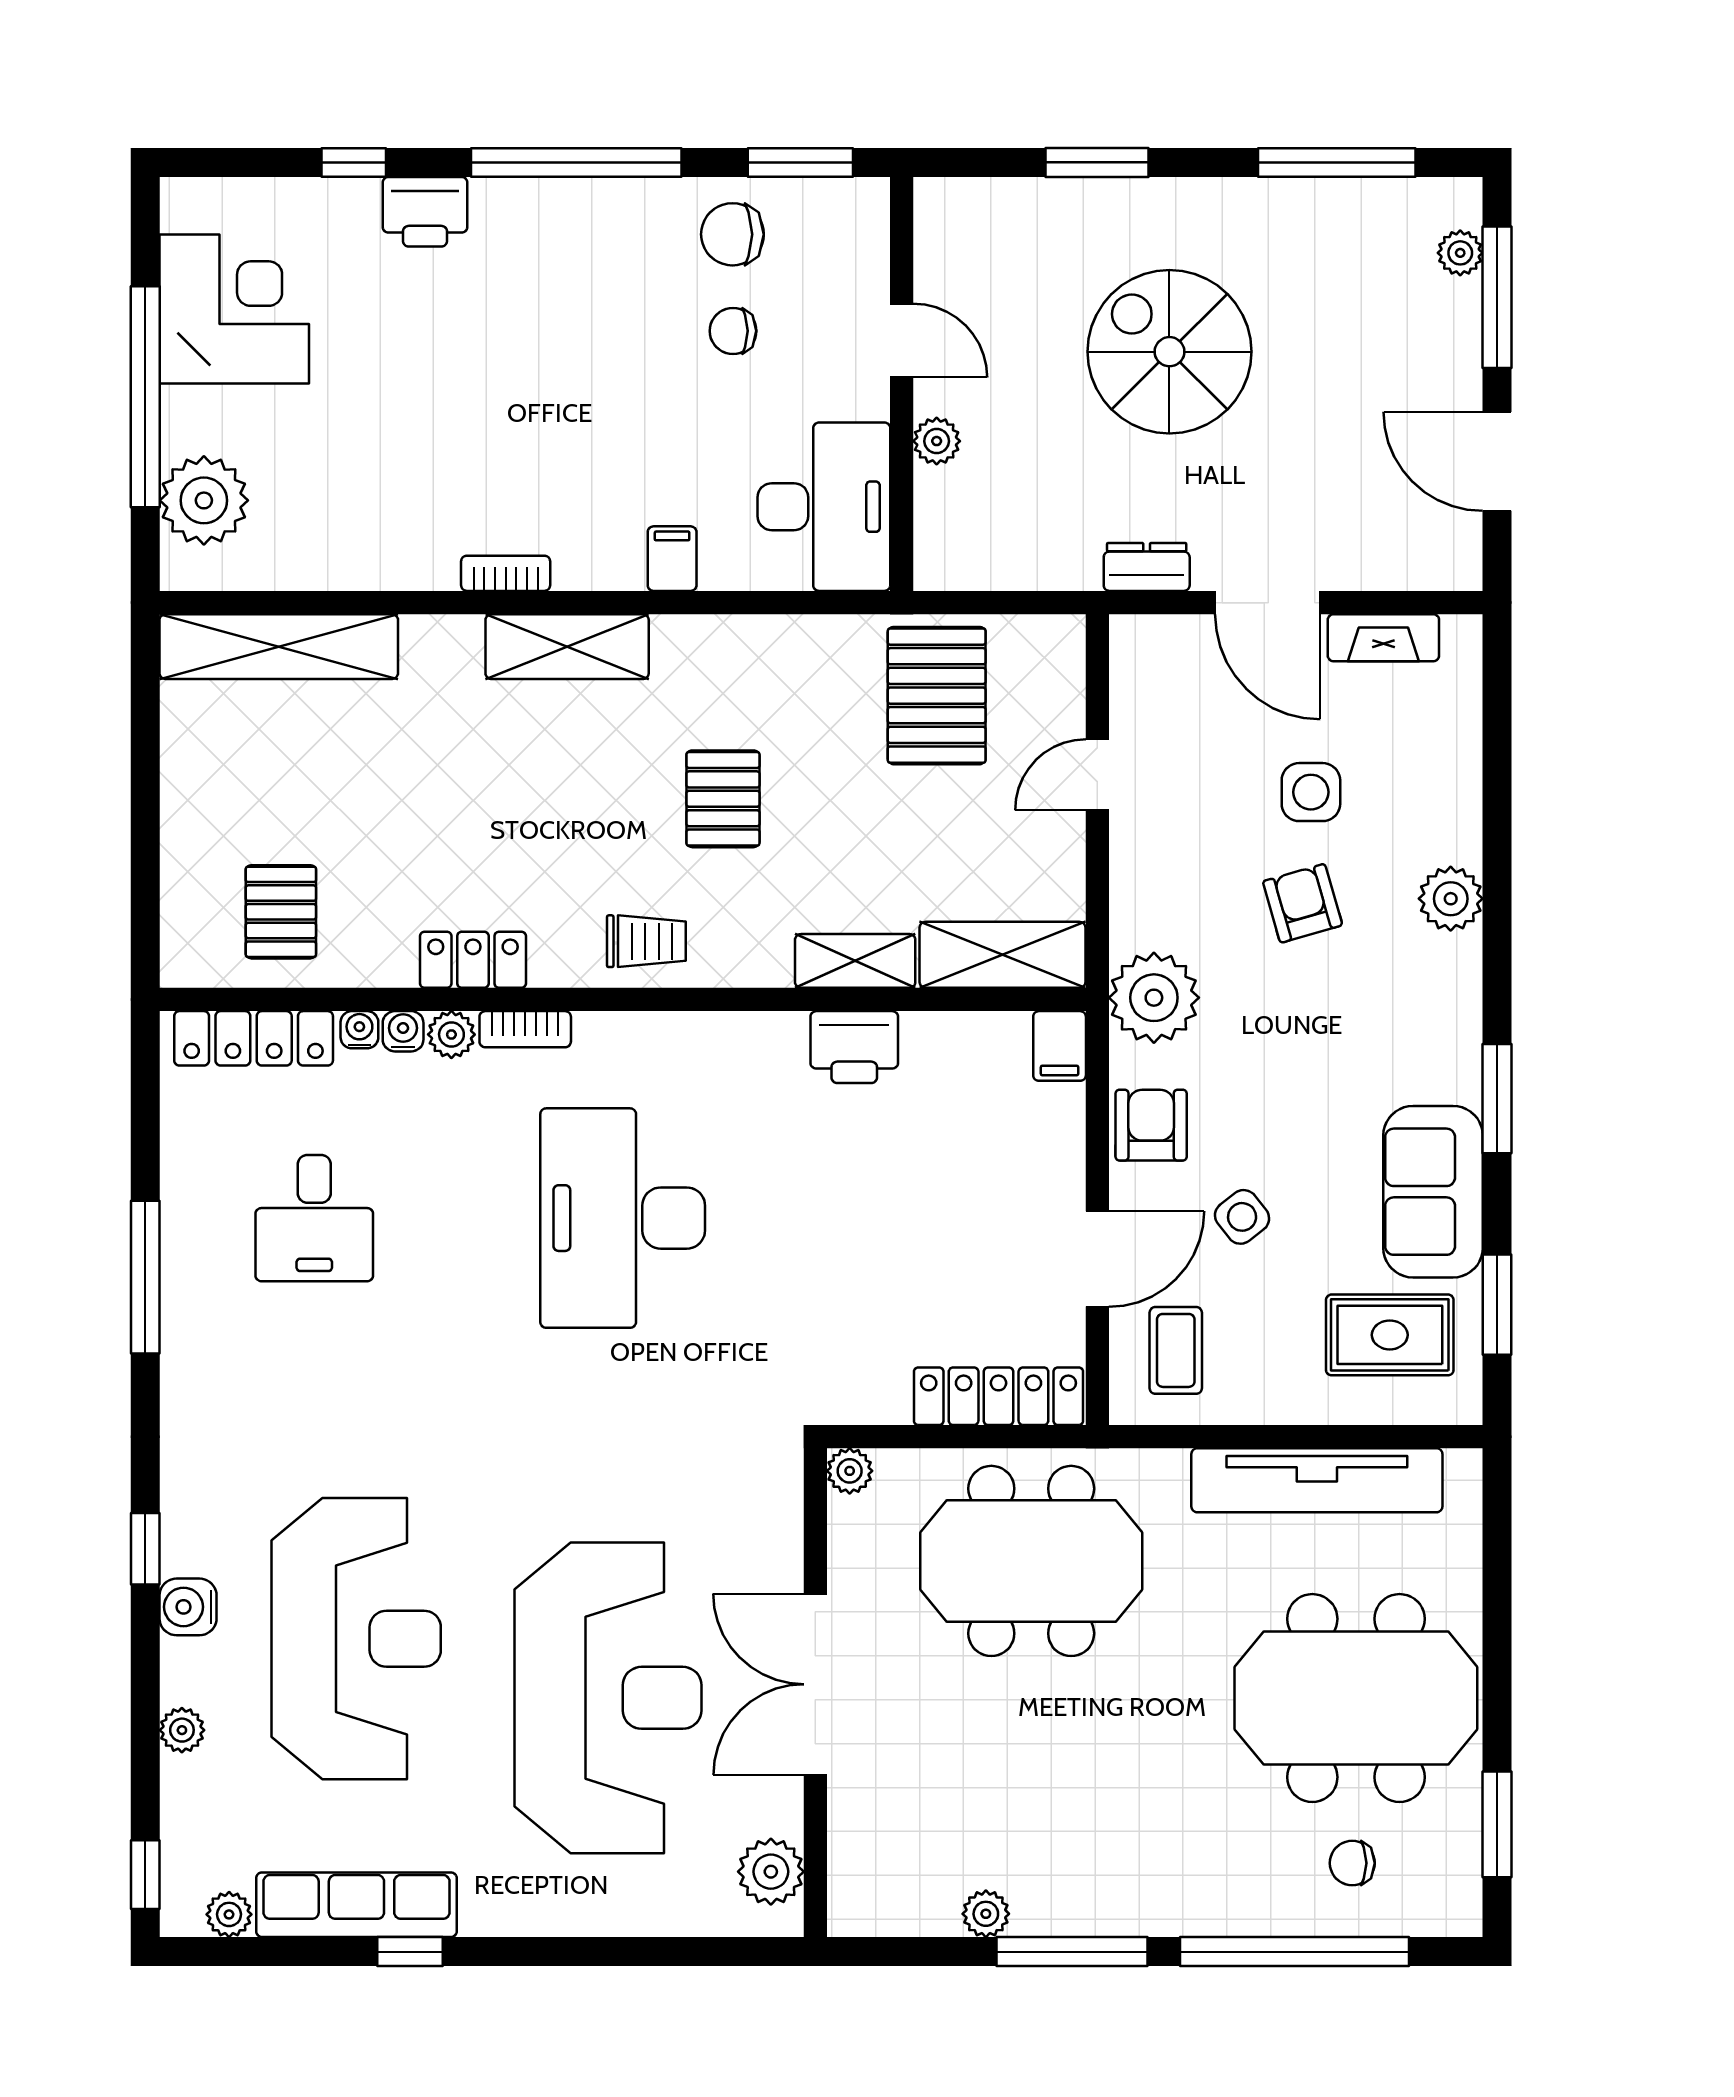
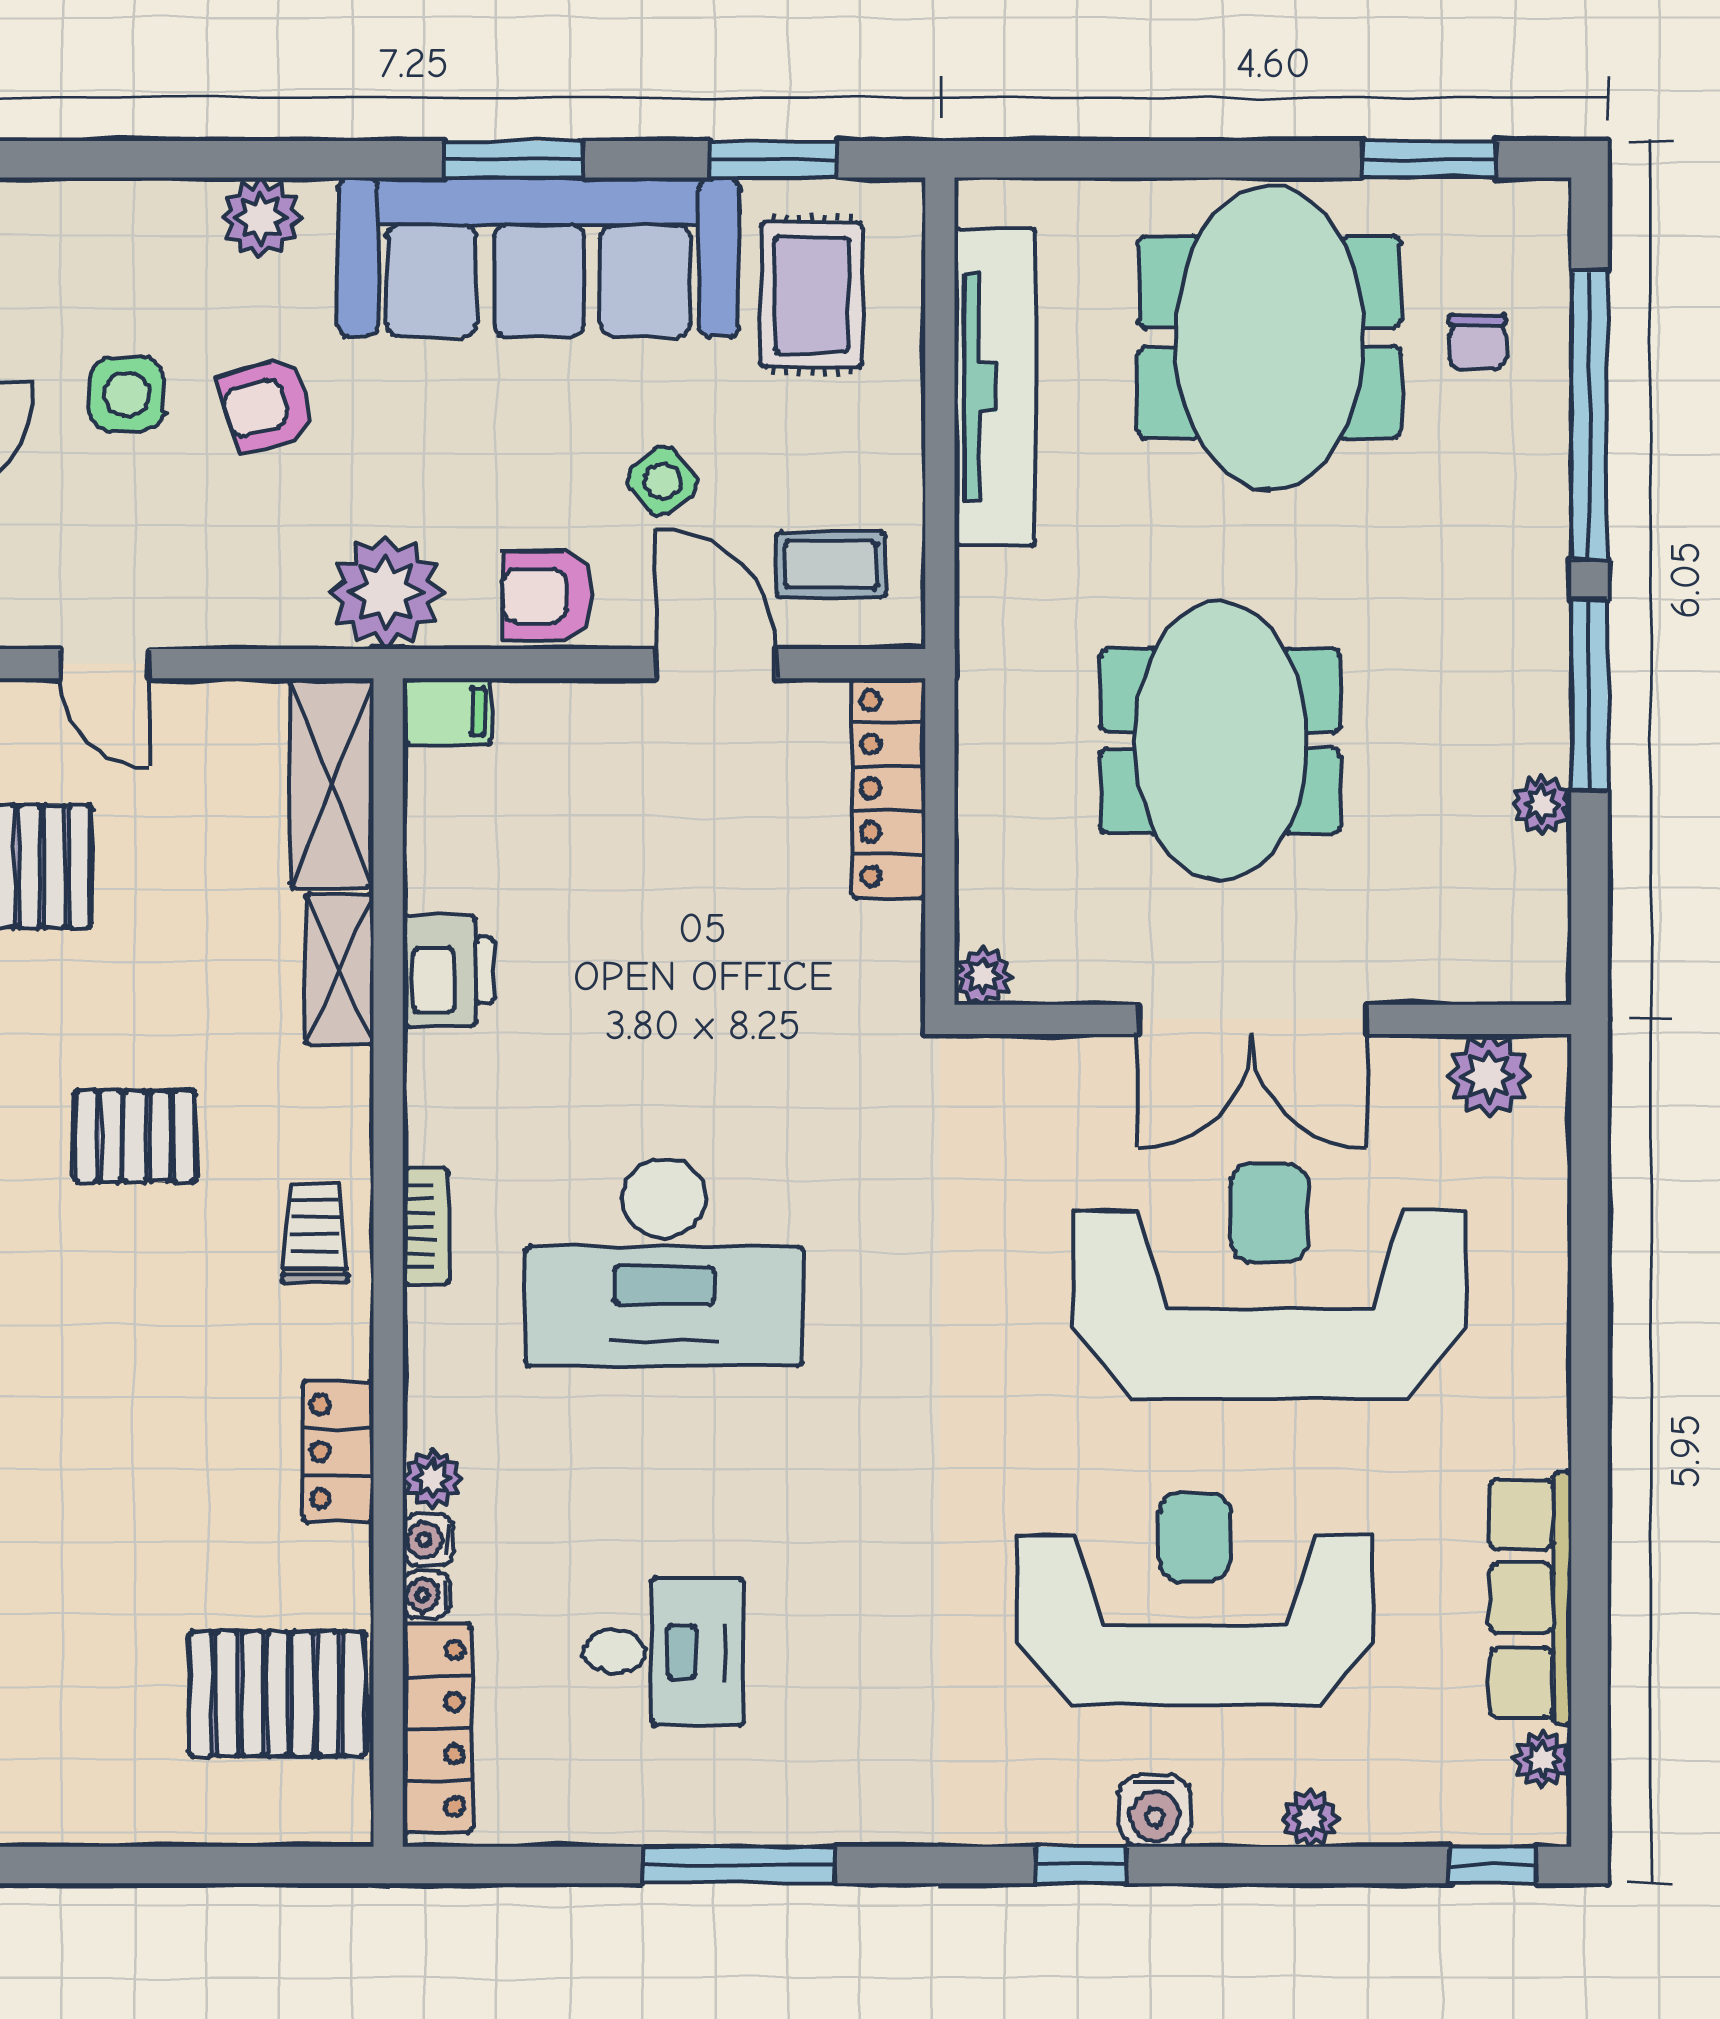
pallet: (281, 912) -> (278, 1694), width x1.50, depth x1.42
bookcase: (525, 1029) -> (426, 1226), moved
sofa: (1433, 1192) -> (539, 257), width x1.85, depth x1.27
meeting table: (1031, 1561) -> (1220, 741), moved
window: (410, 1952) -> (1589, 1531), removed

